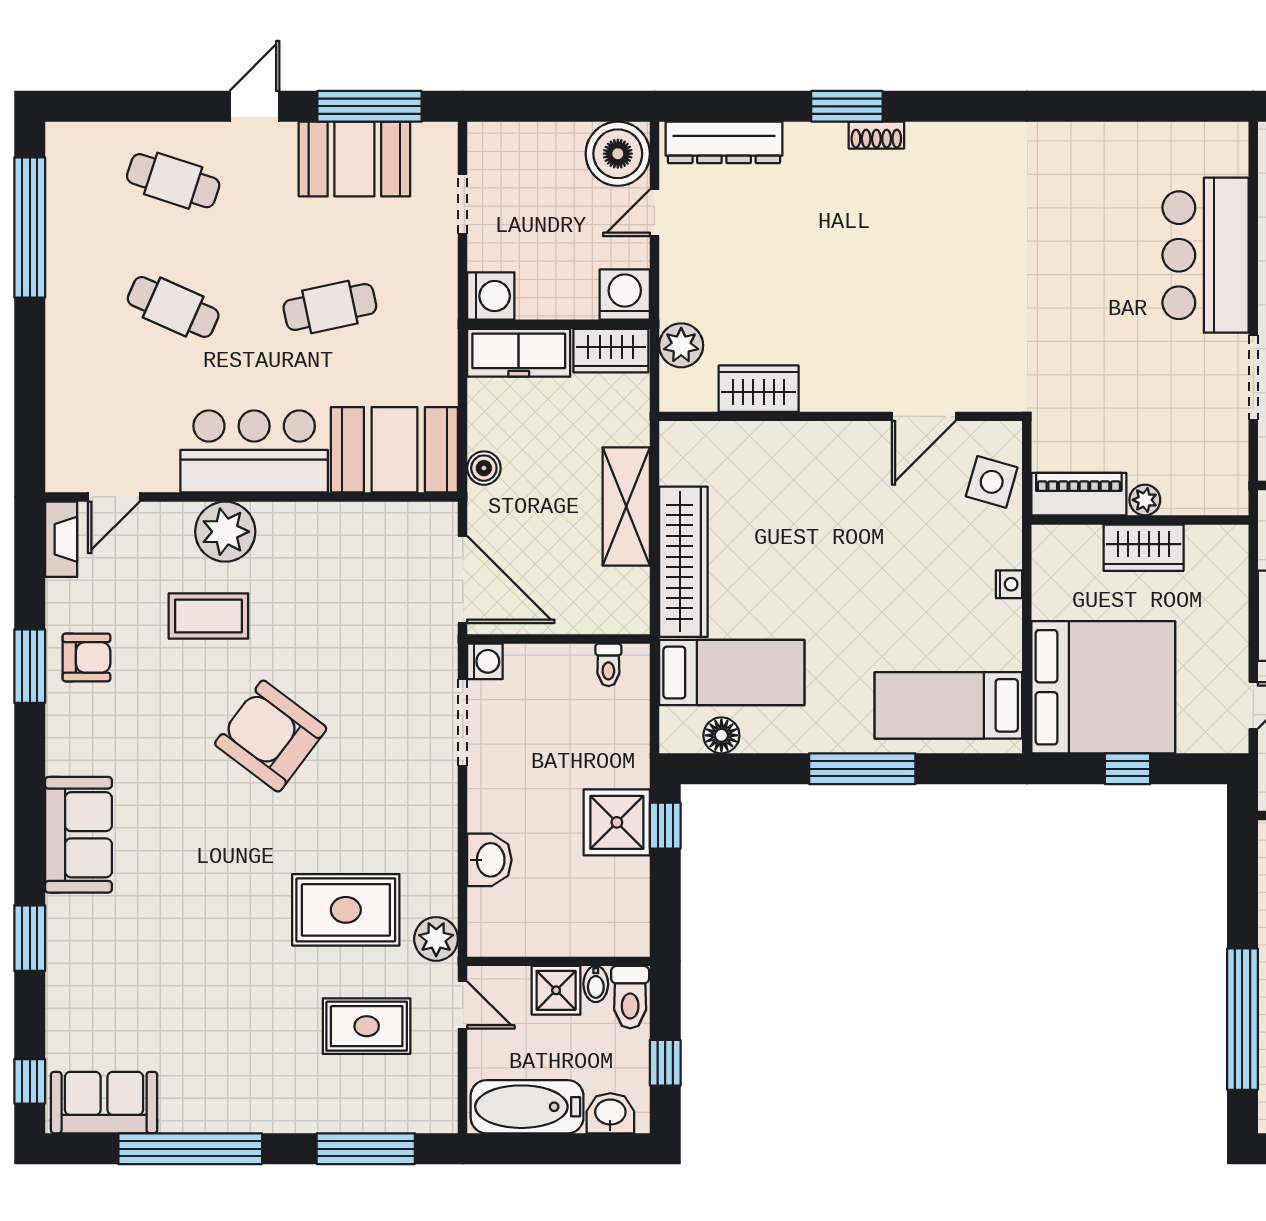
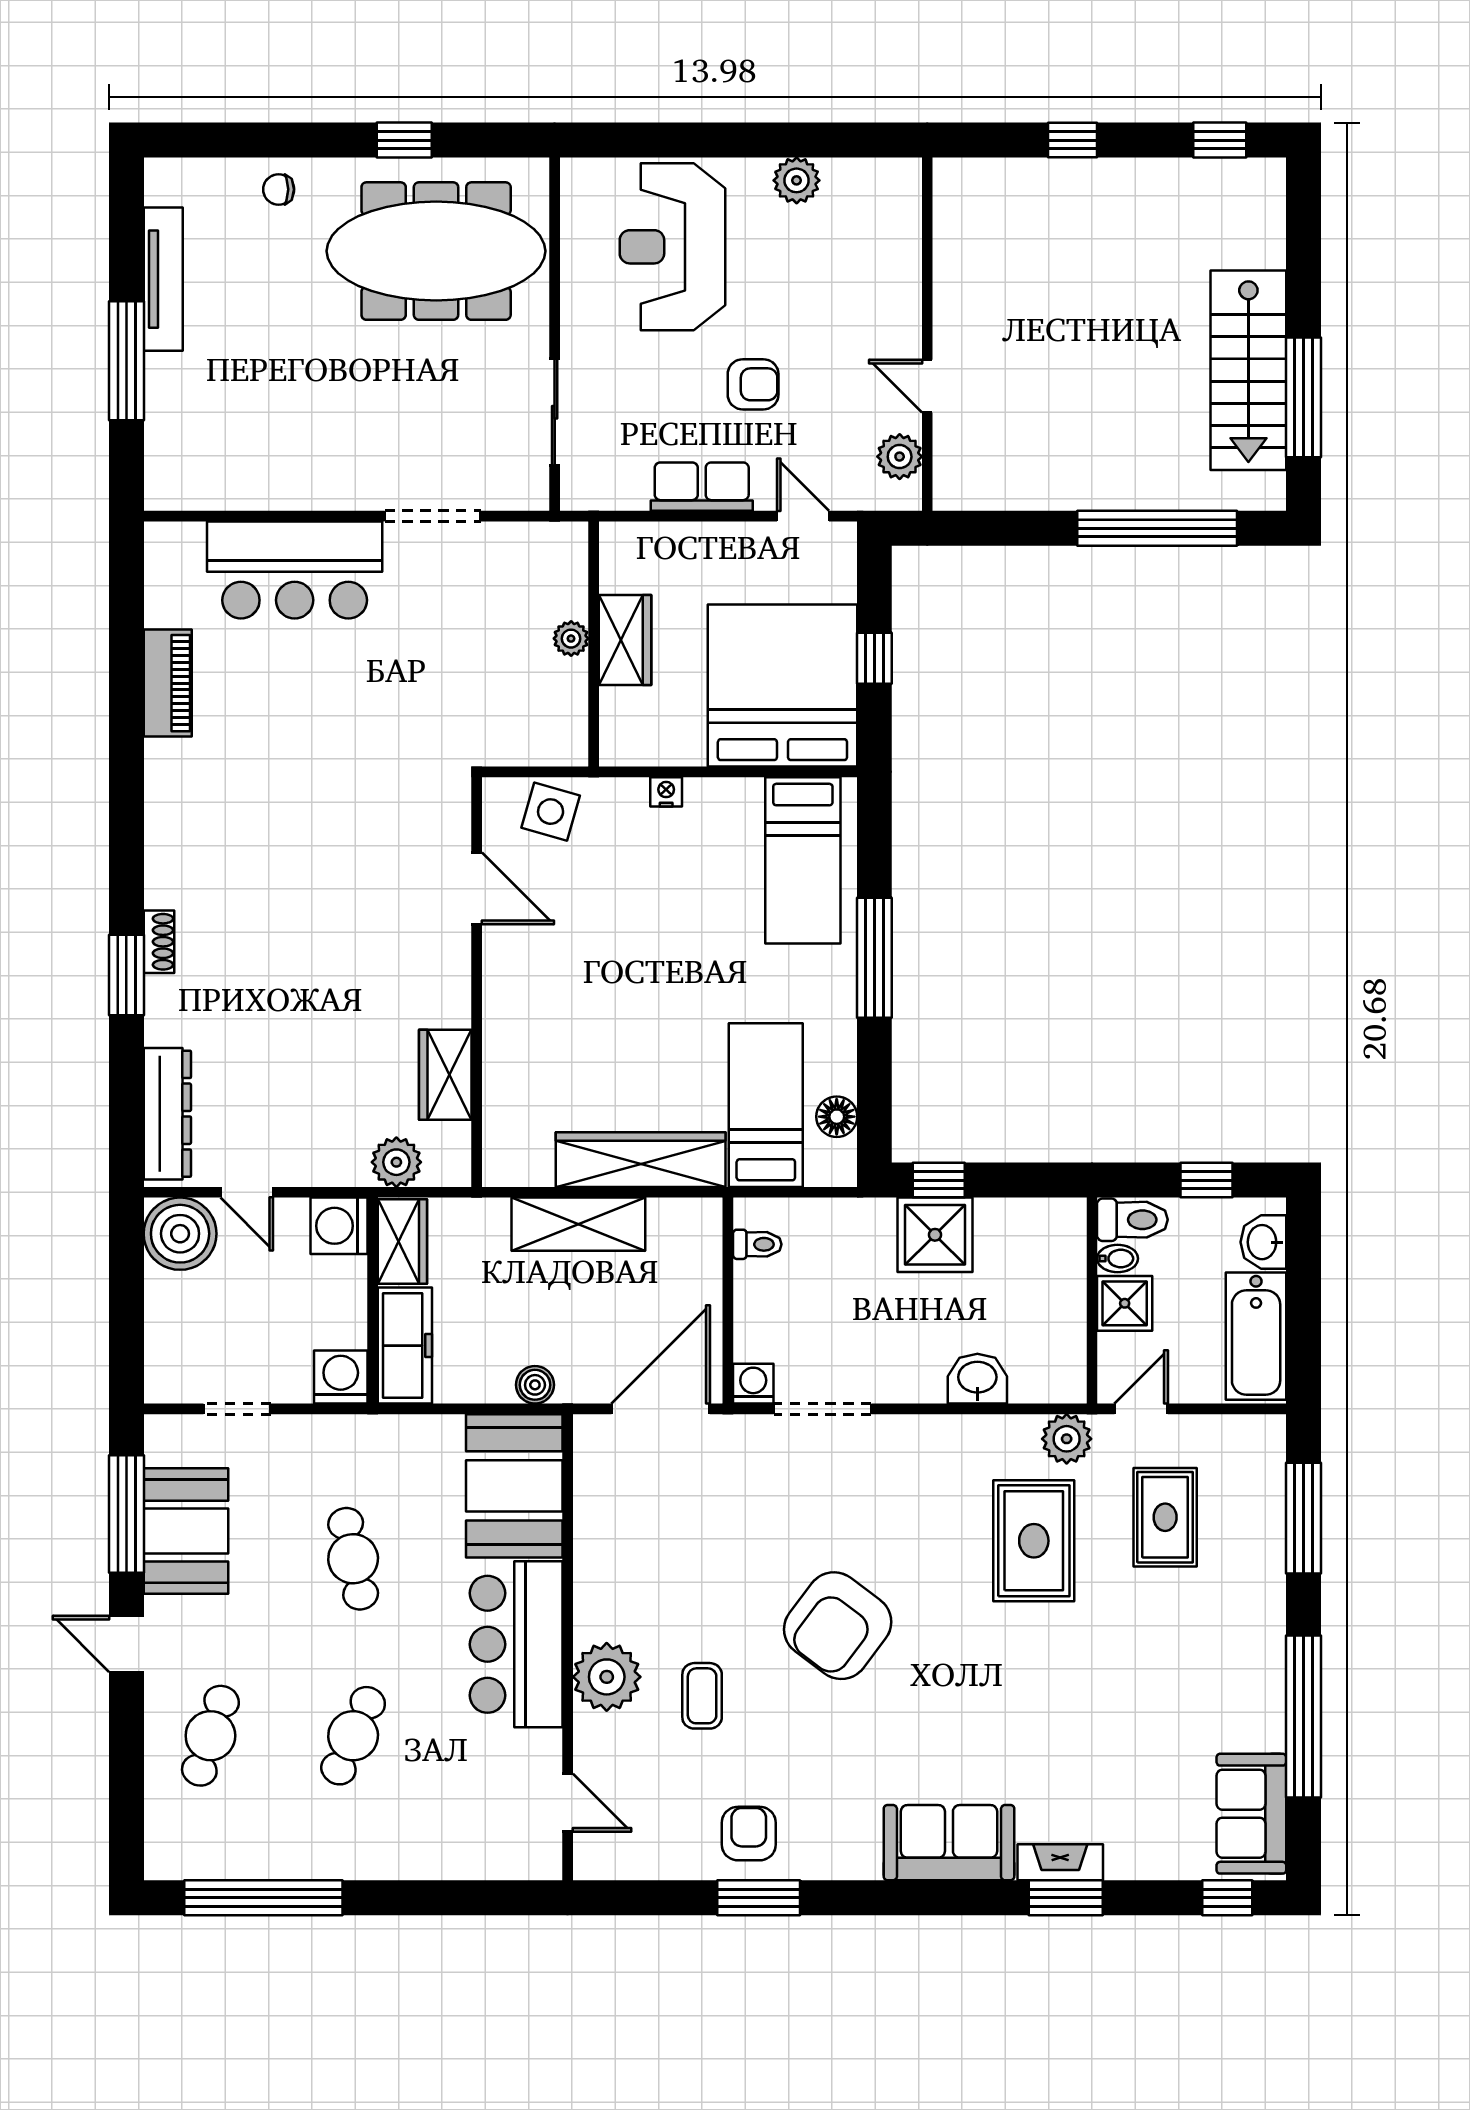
piano: (1079, 494) -> (168, 683), moved, turned 180
fireplace: (61, 539) -> (1060, 1862), moved
coffee table: (208, 616) -> (702, 1696), width x0.73, depth x0.77

